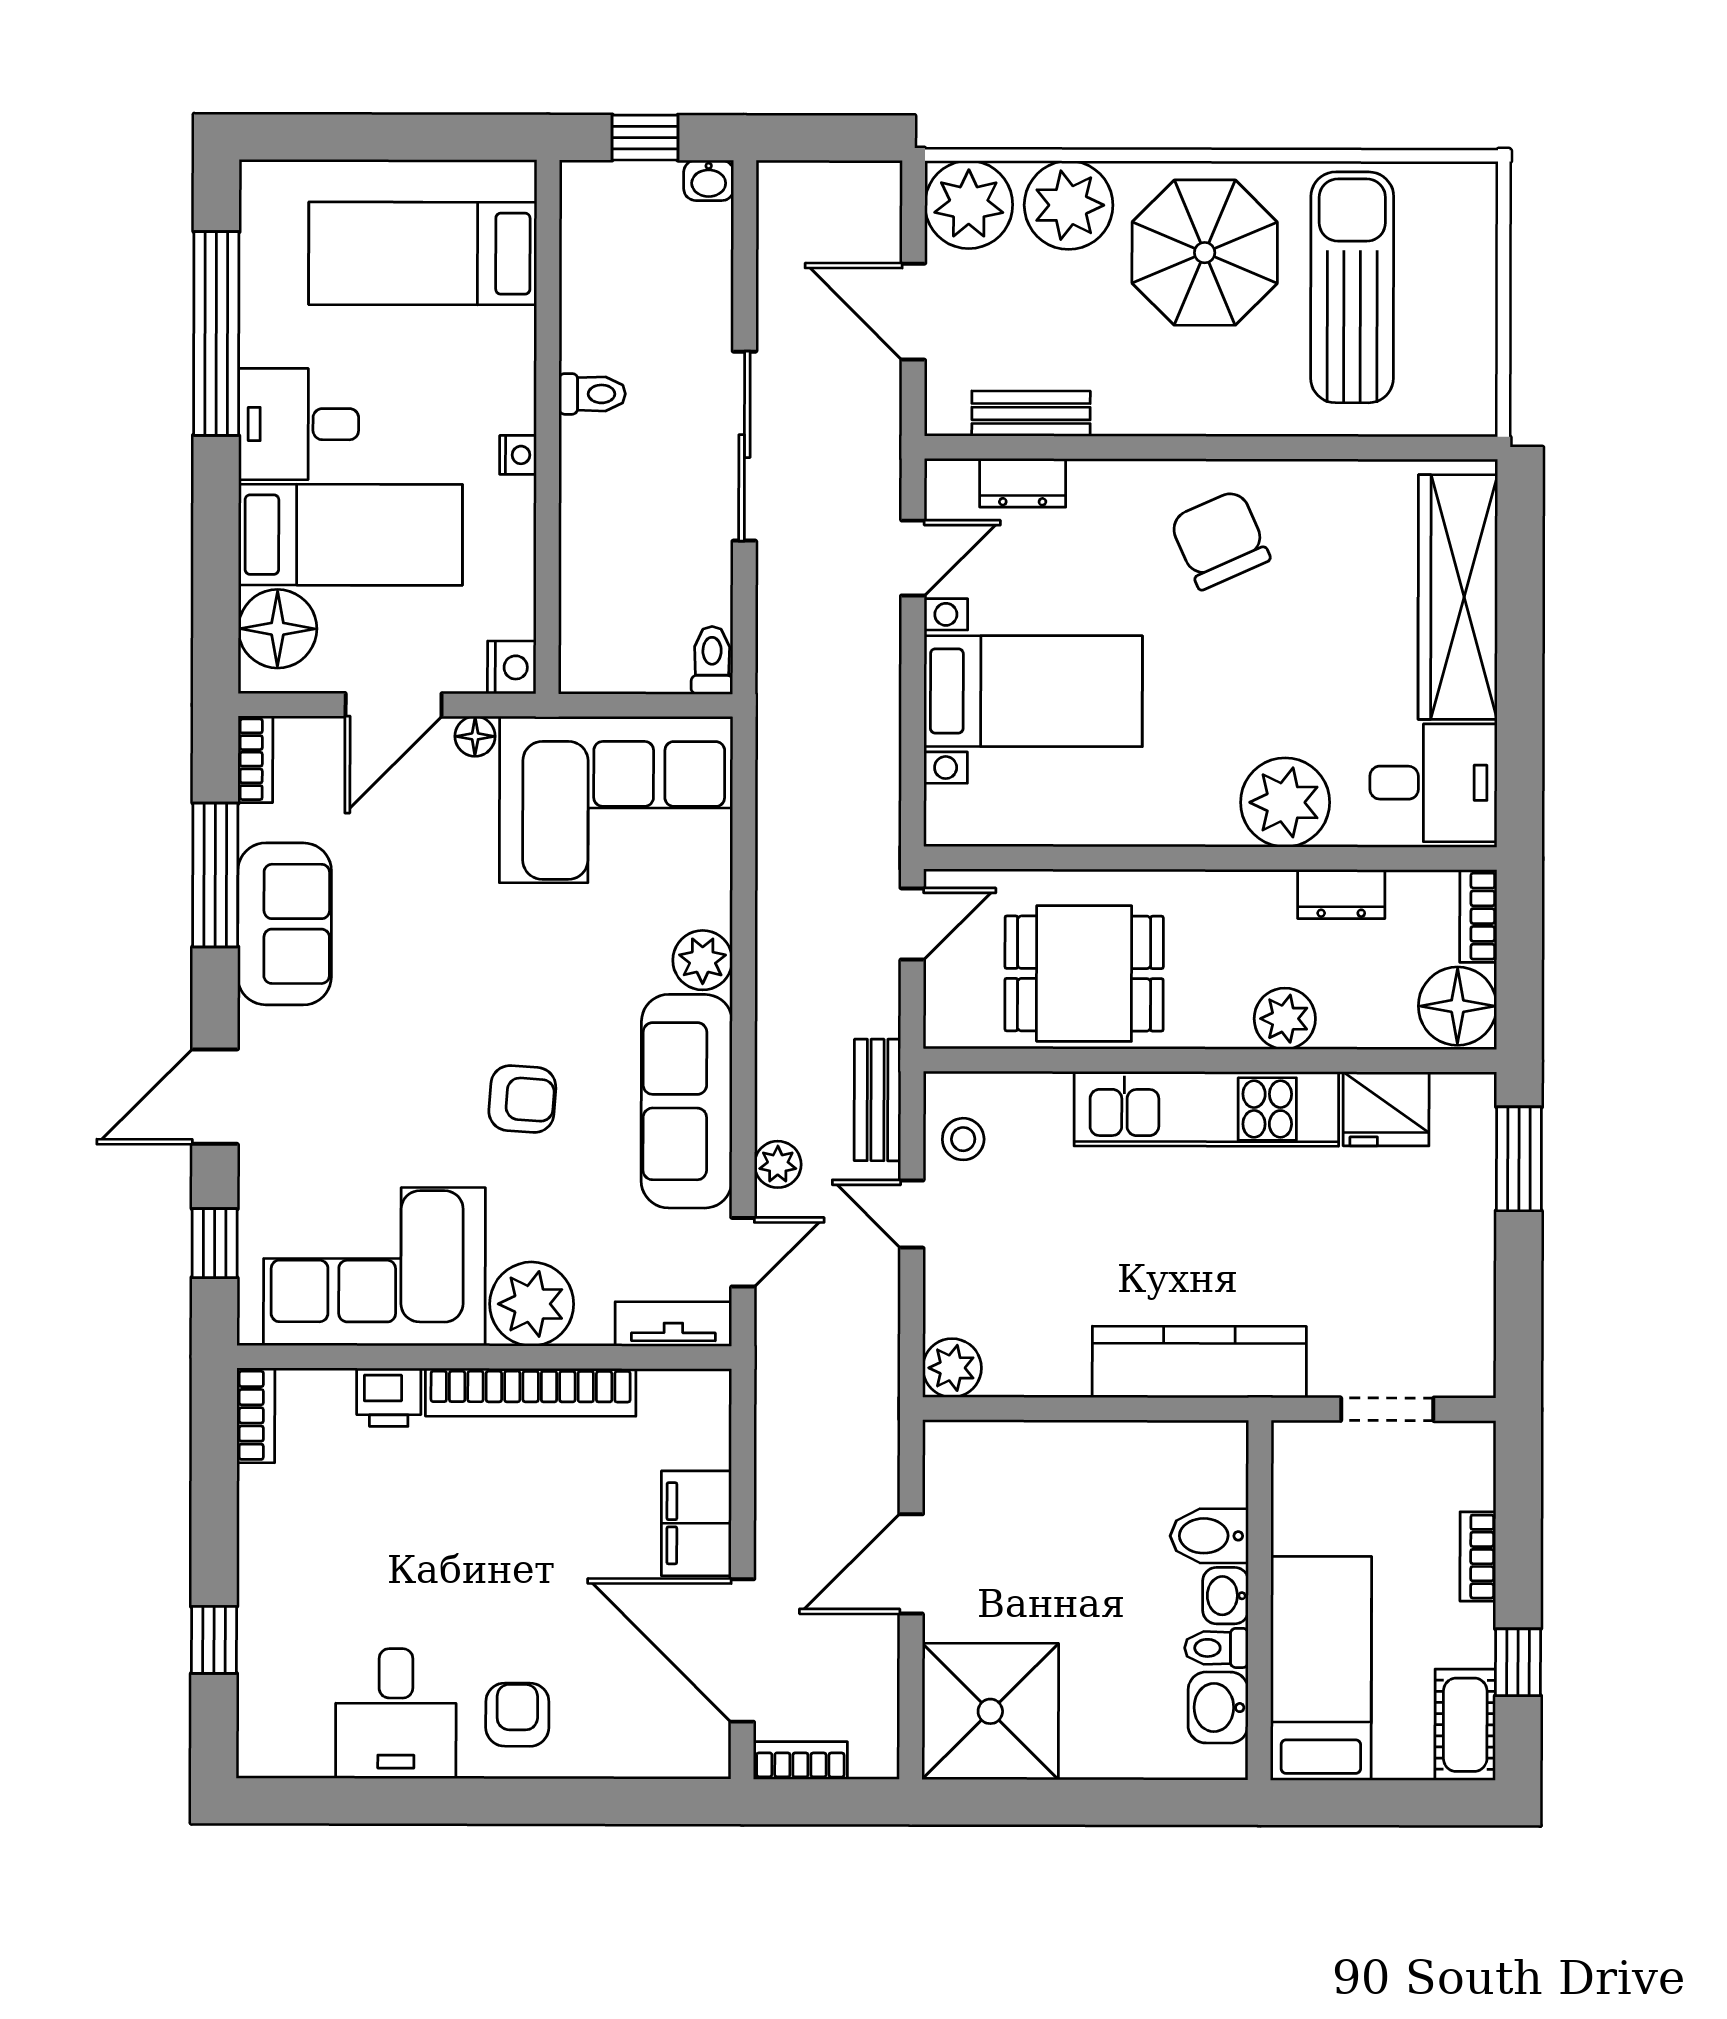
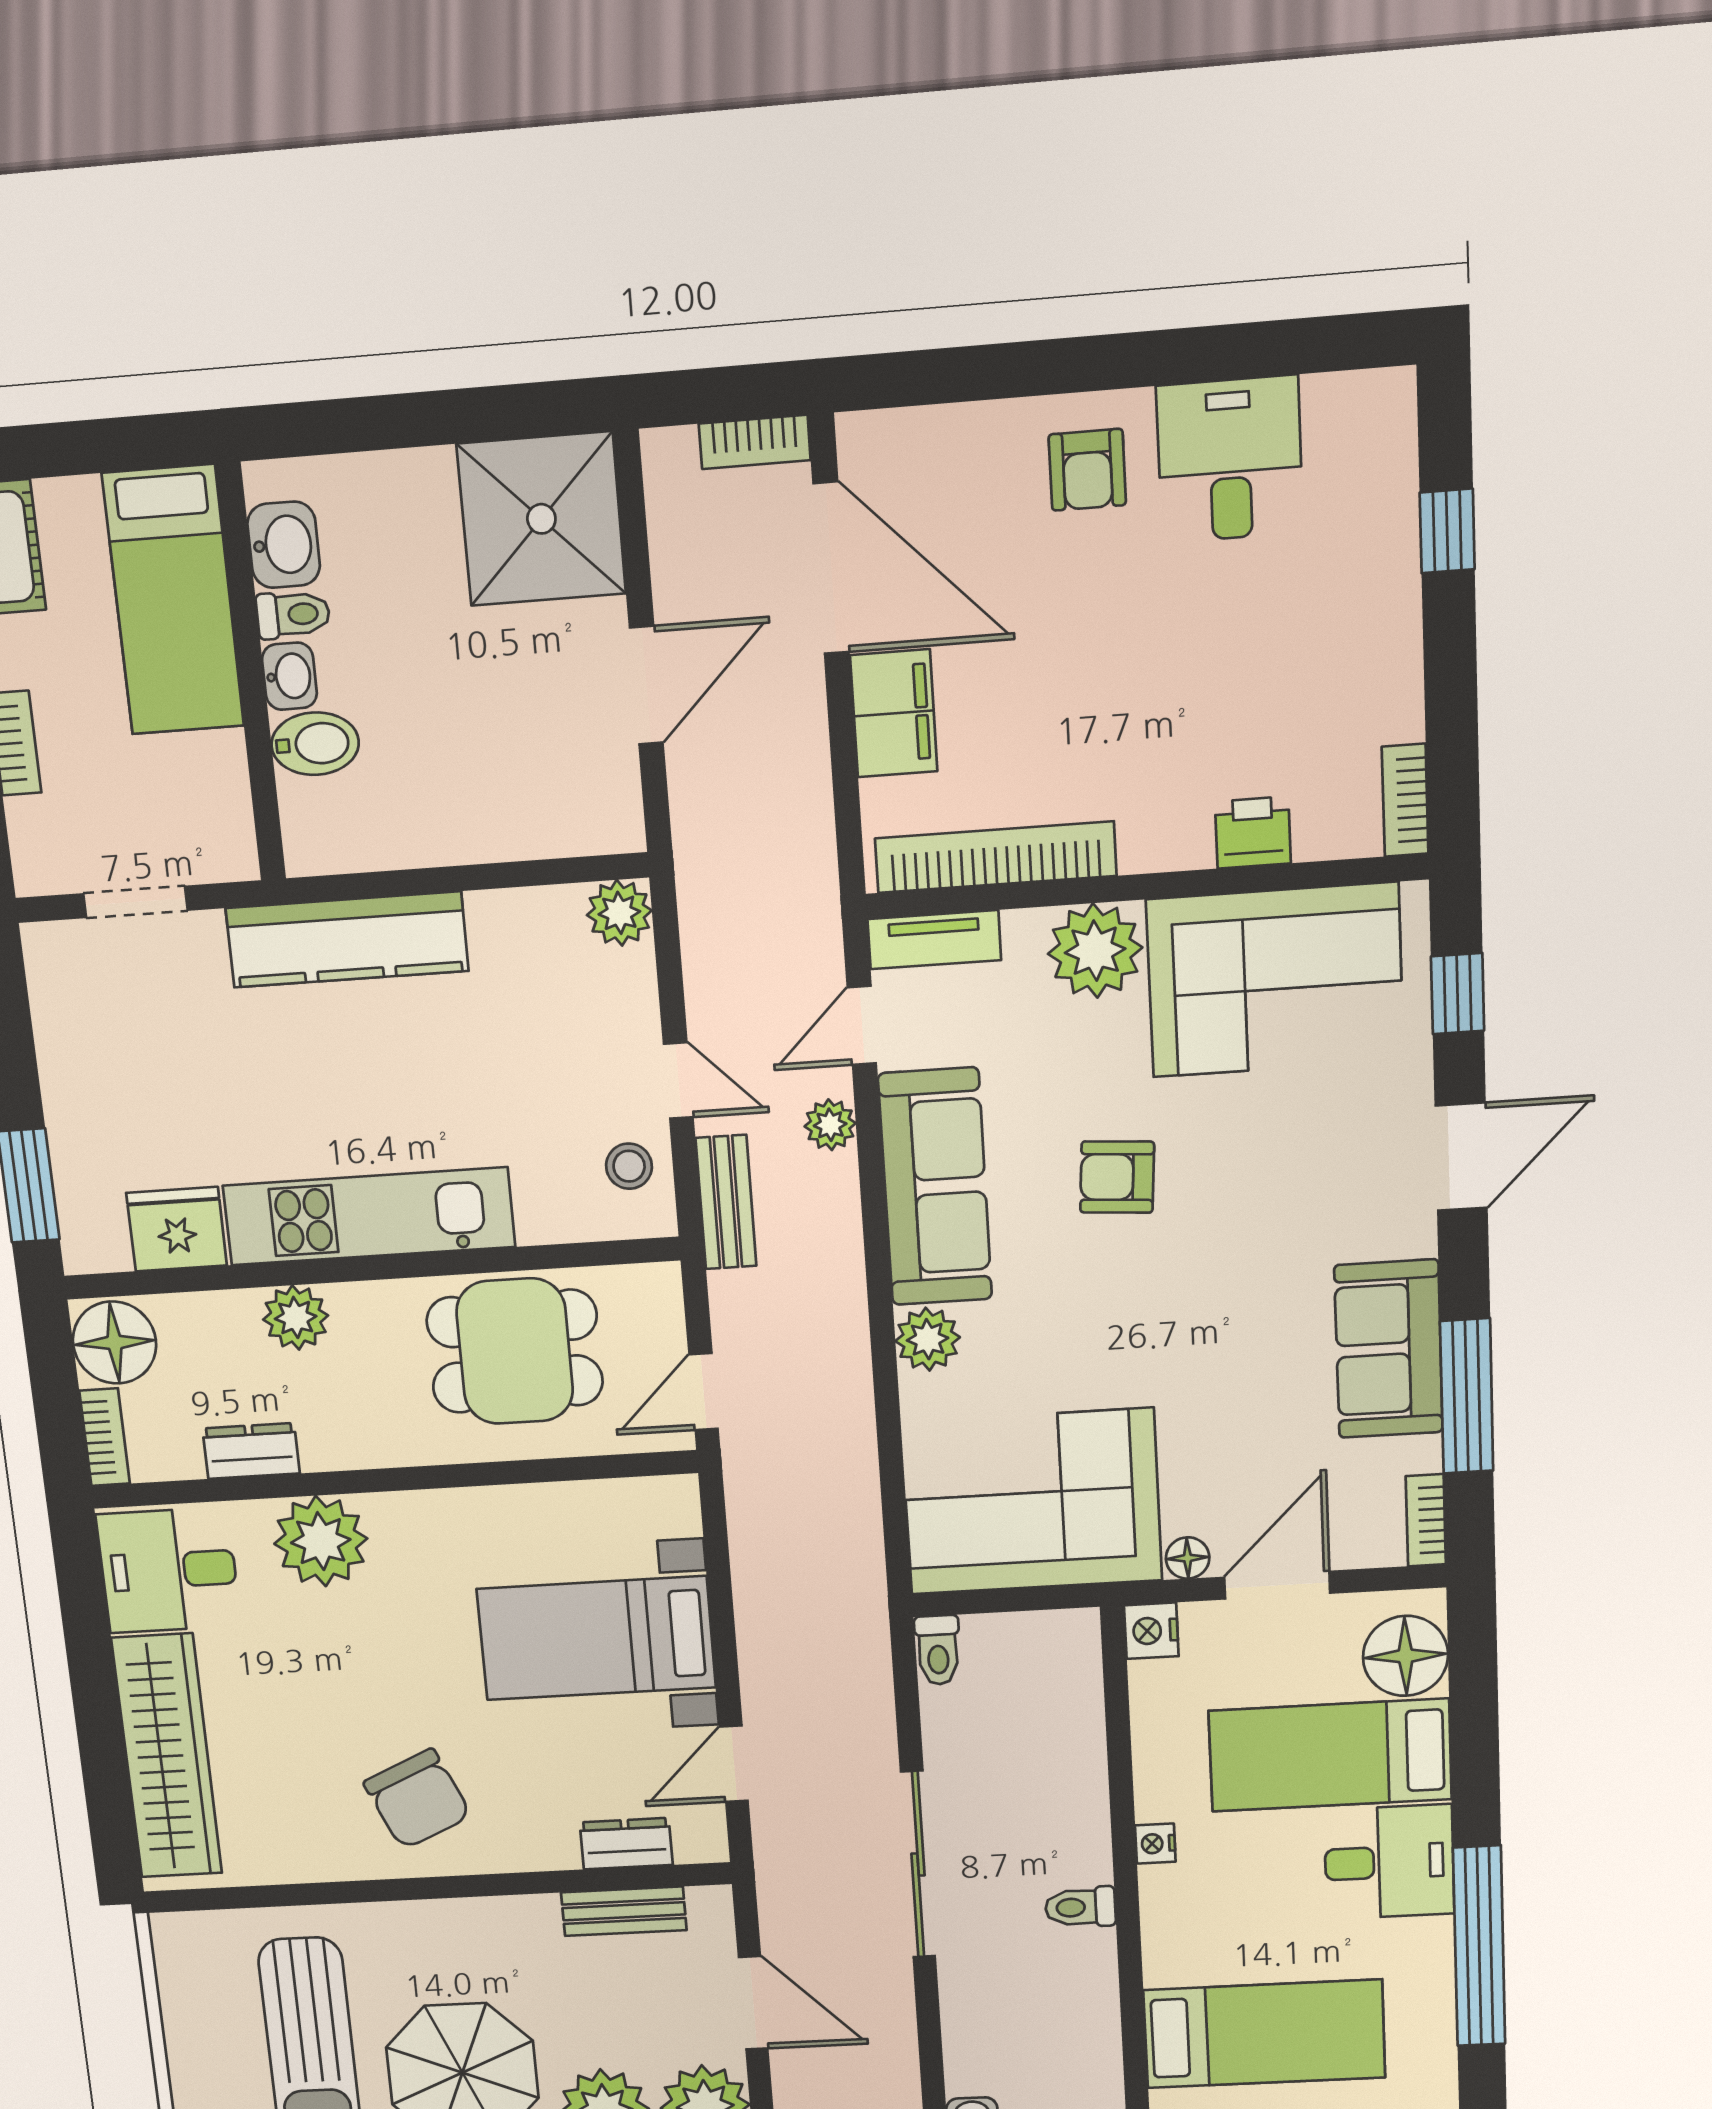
bookcase: (531, 1392) -> (996, 857), moved

